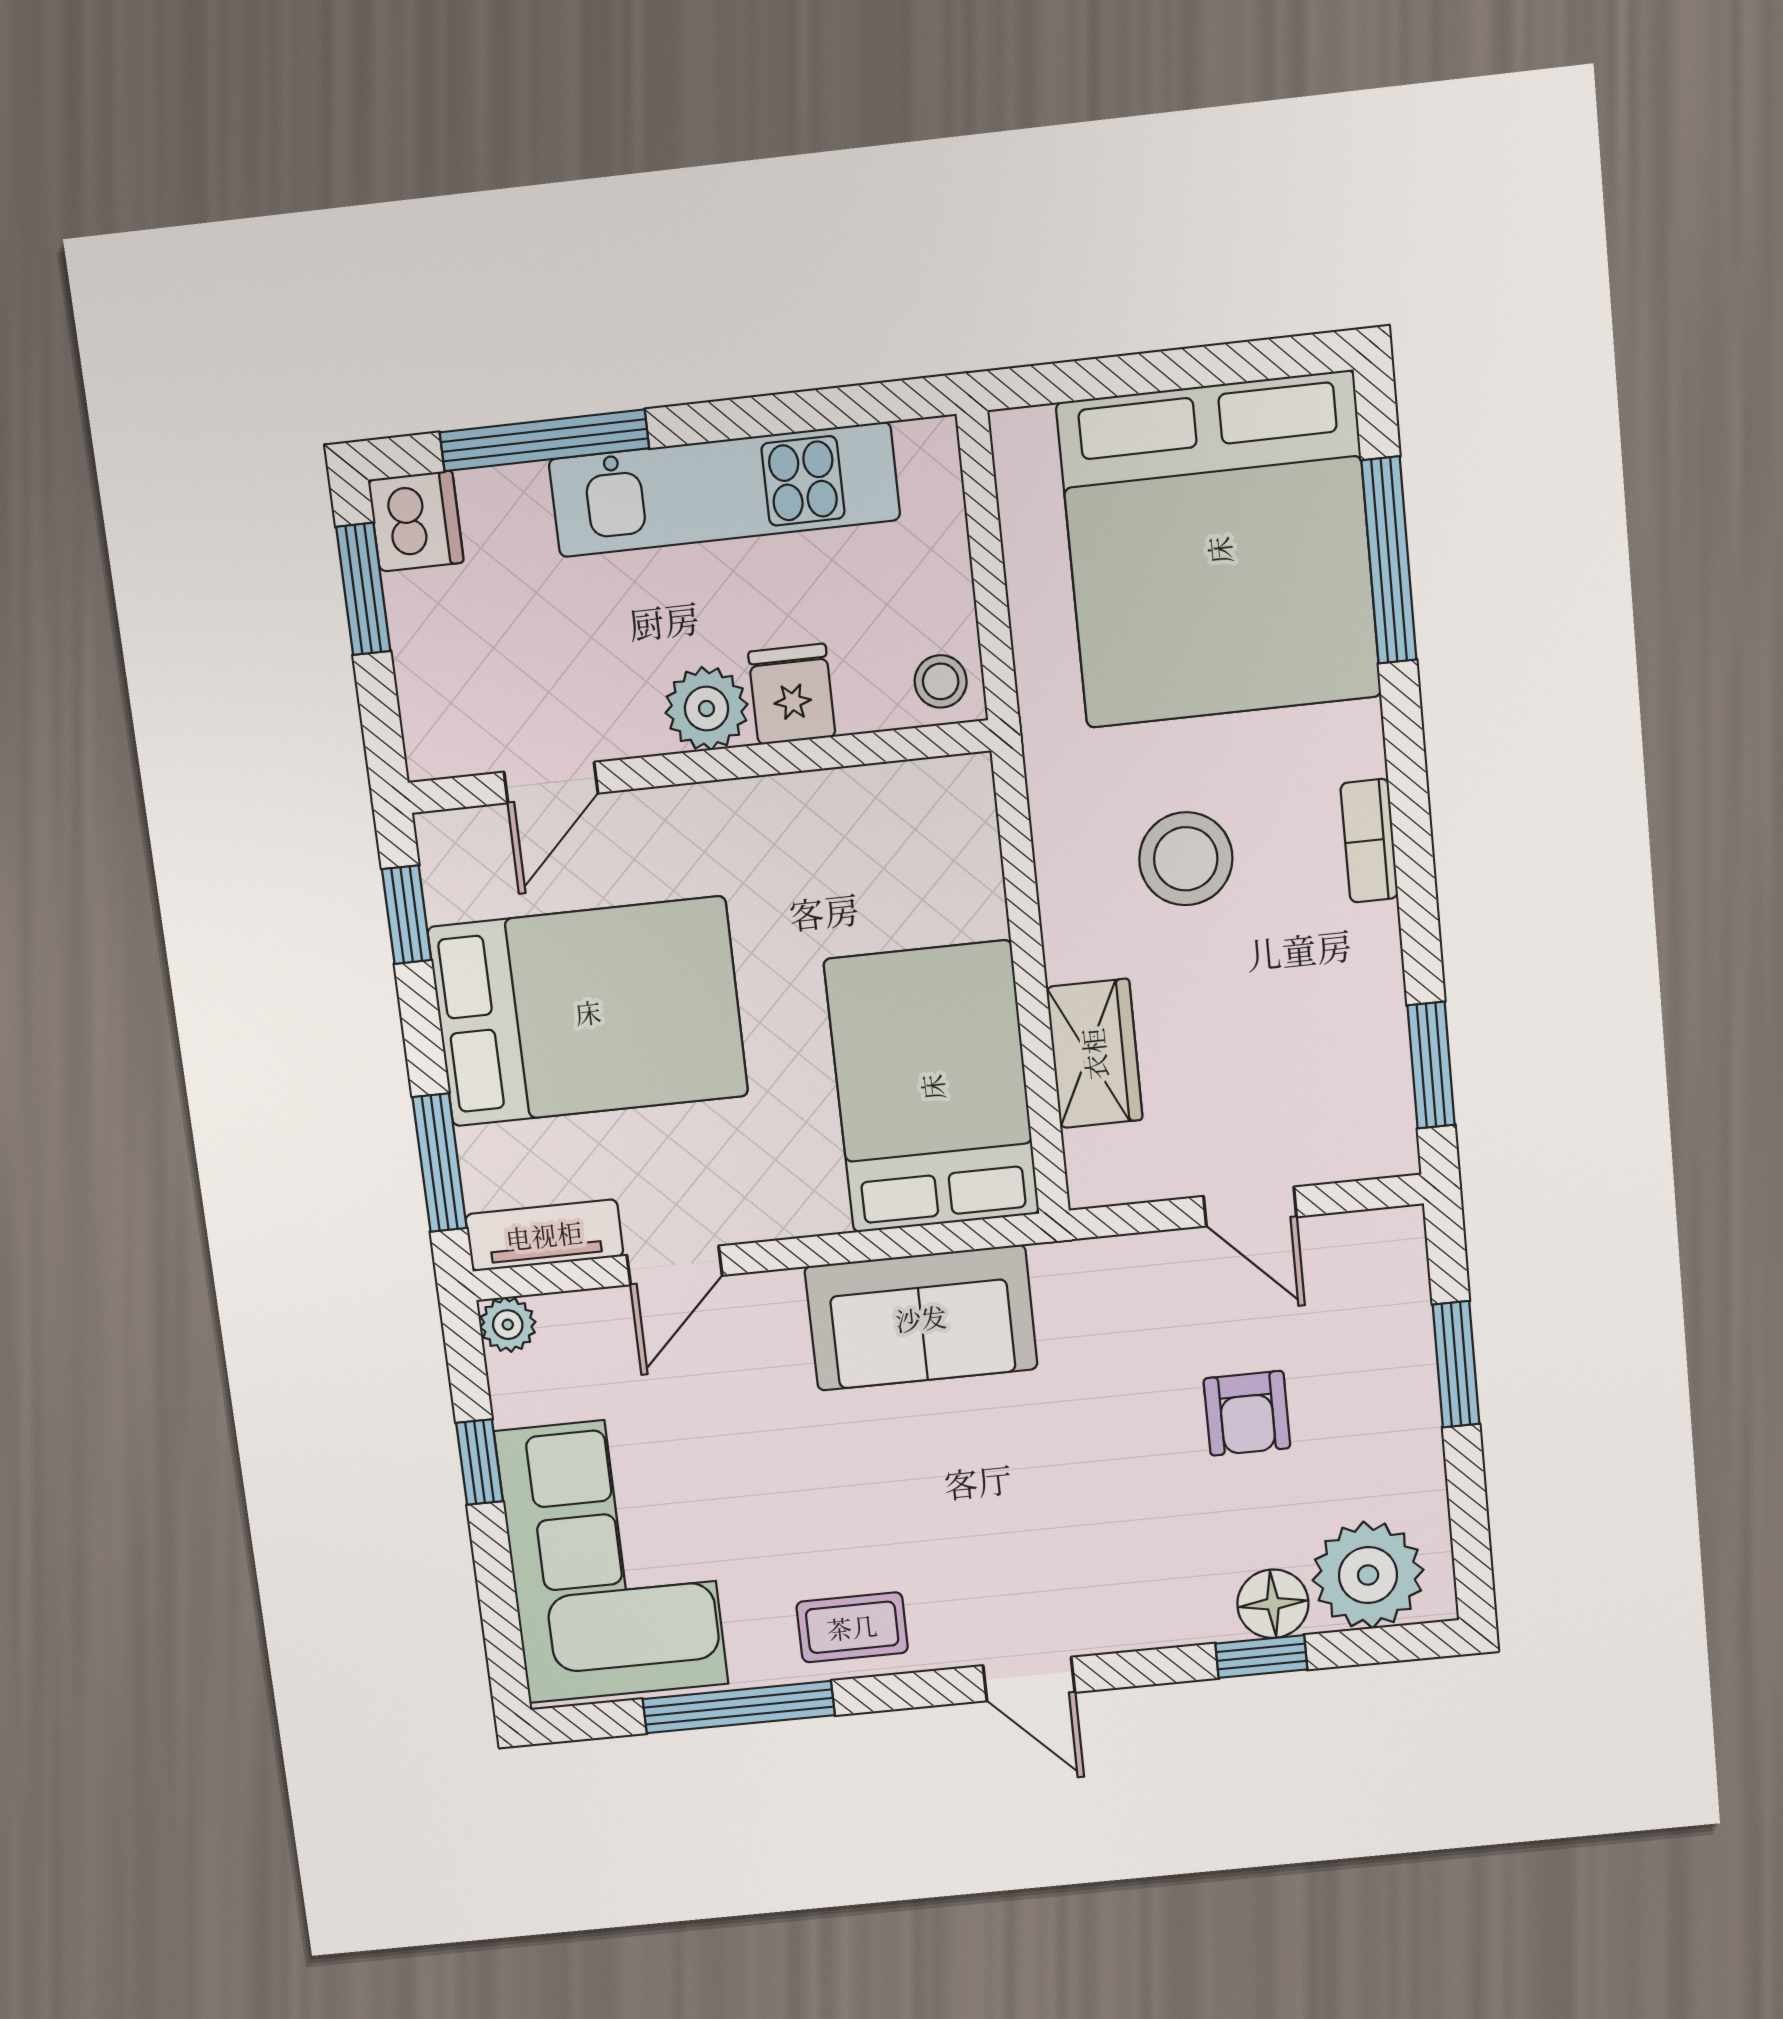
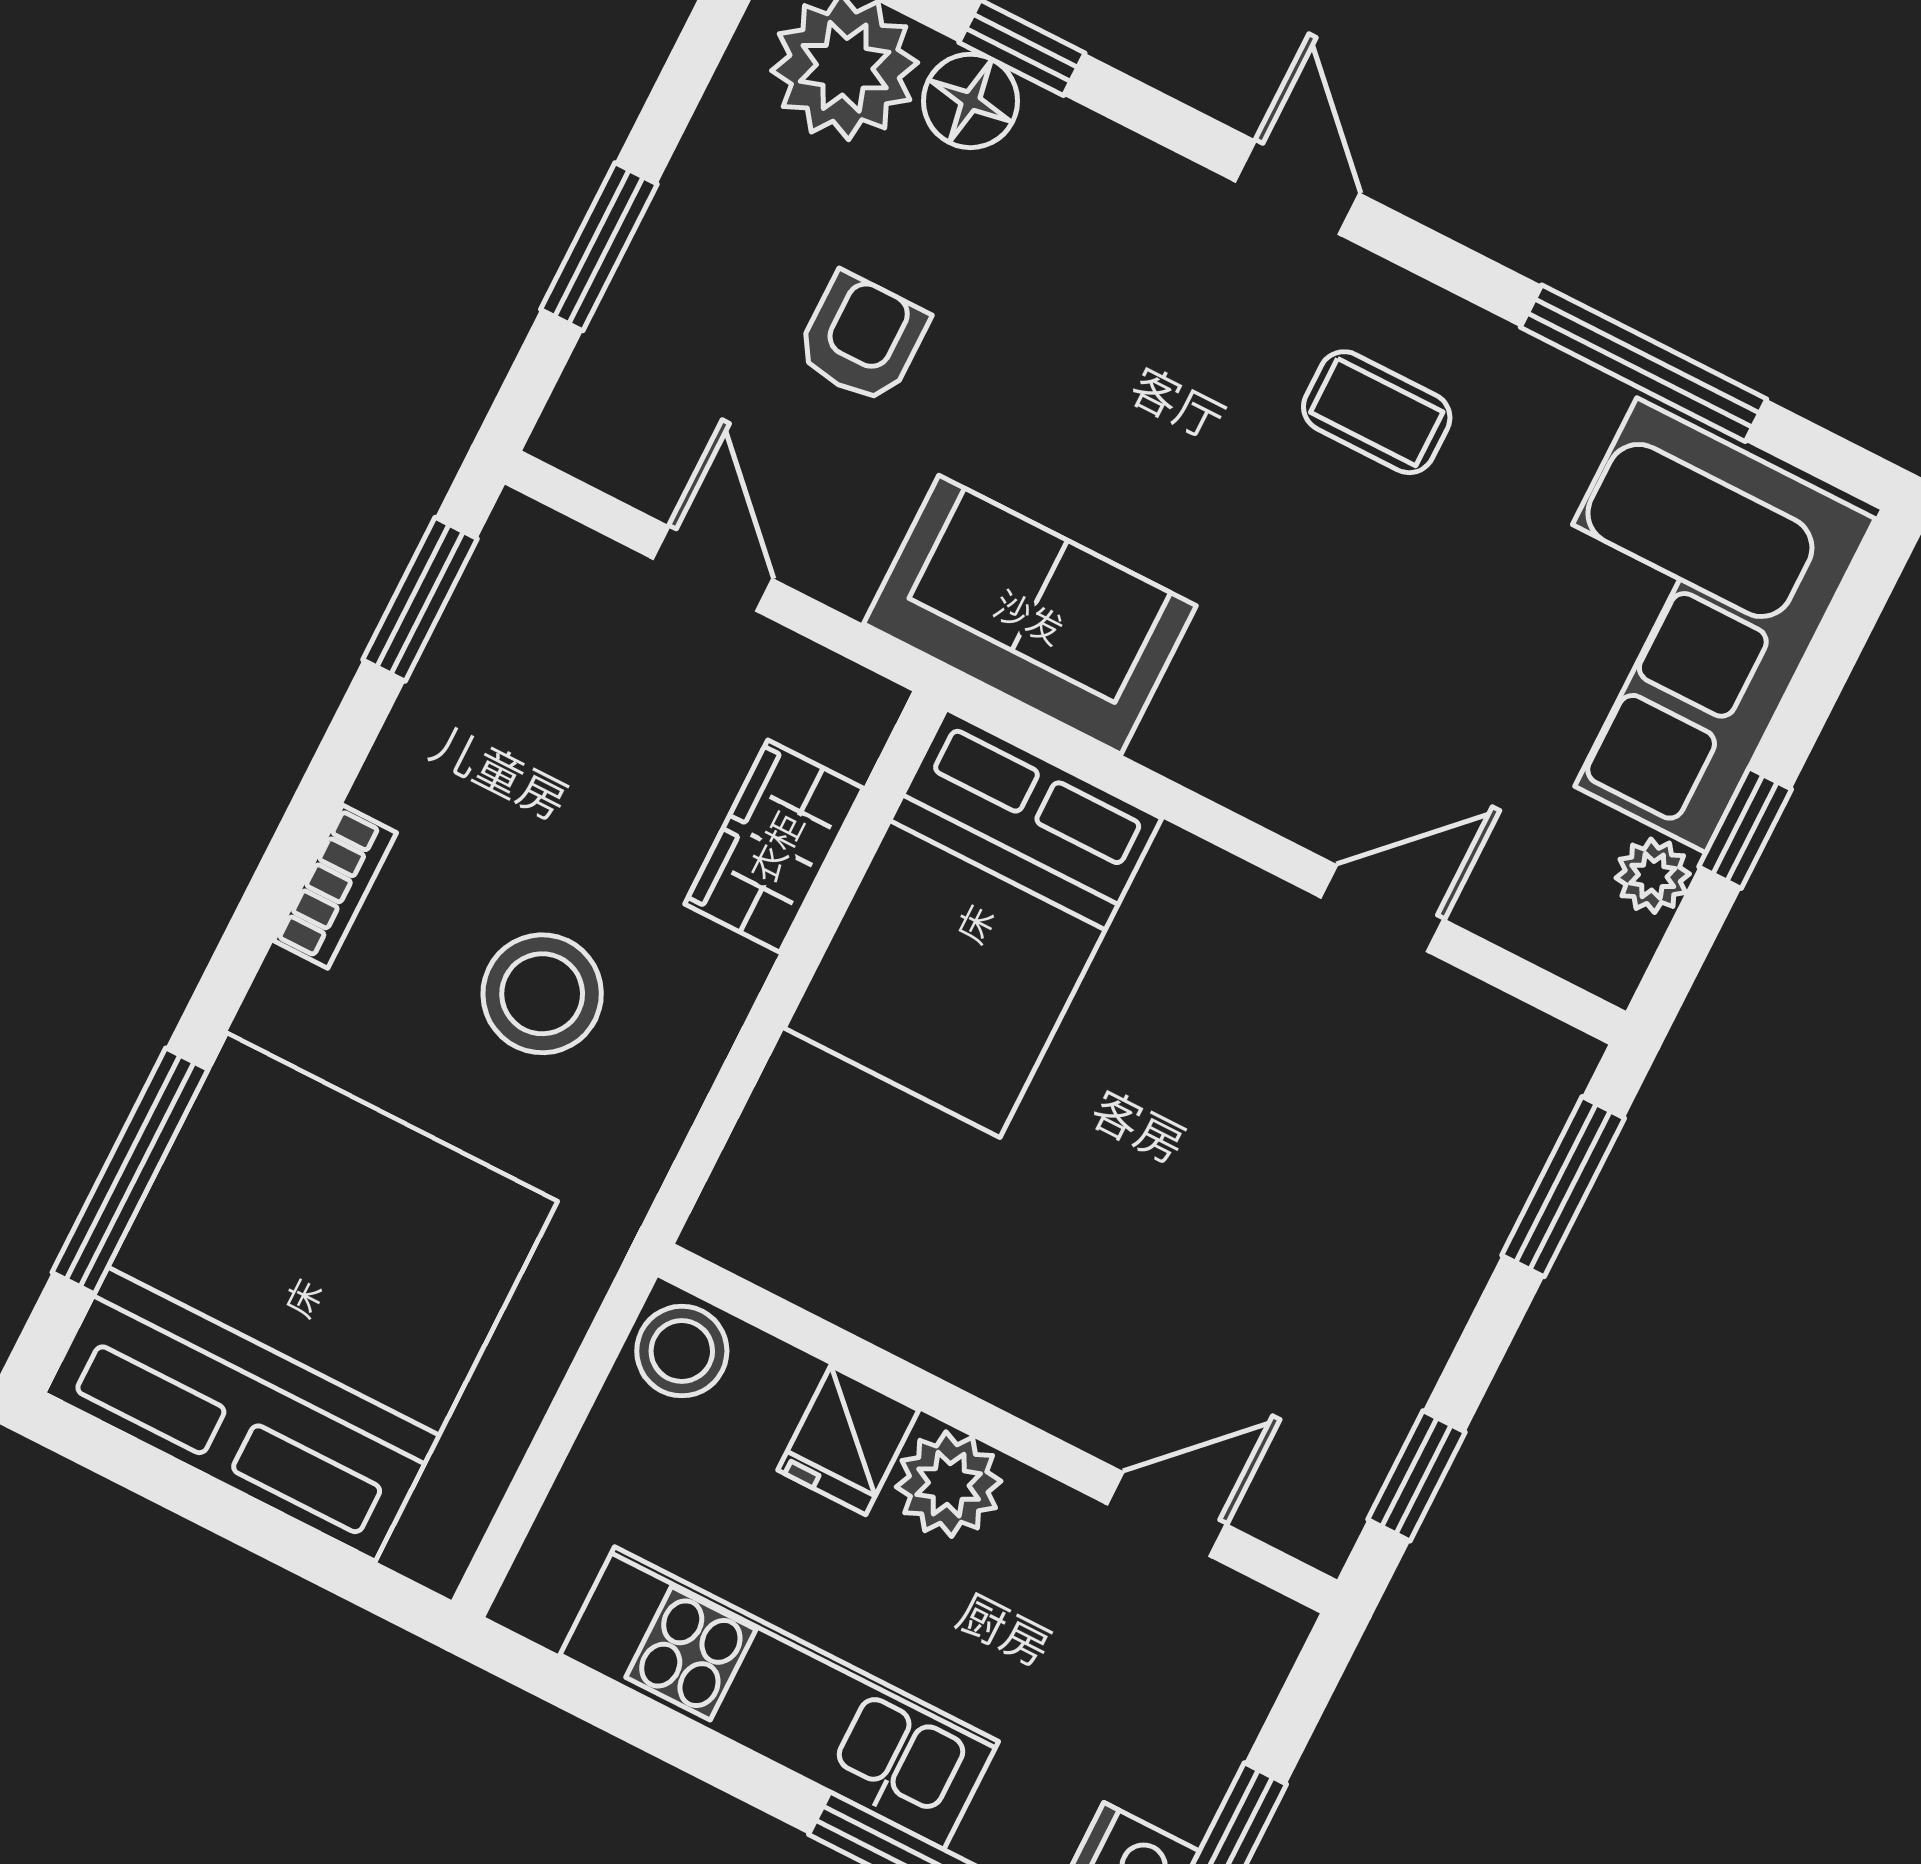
stool: (941, 681) -> (682, 1351), width x1.37, depth x1.37
bed: (588, 1012) -> (1291, 1245), removed
tv unit: (544, 1235) -> (1502, 1033), removed
sofa: (921, 1318) -> (1030, 615), moved
plant: (508, 1325) -> (1653, 876), moved
coffee table: (852, 1627) -> (1377, 412), moved

